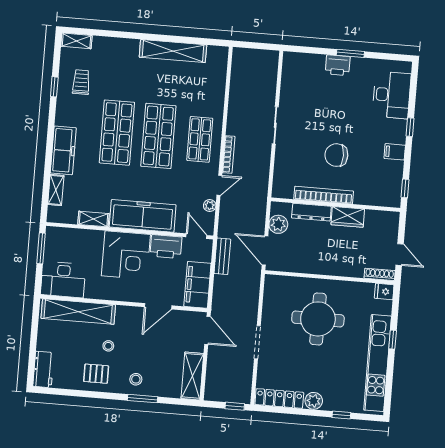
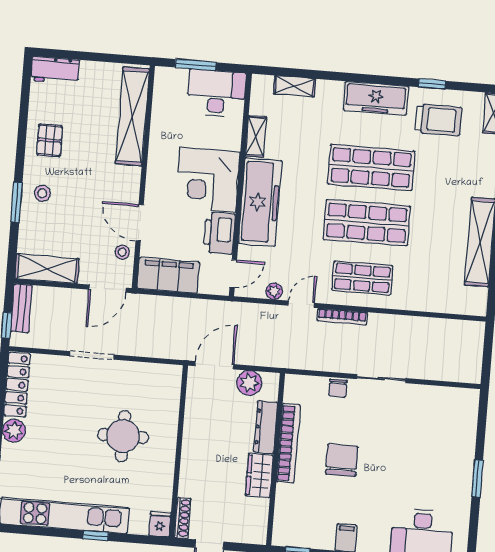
printer: (338, 65) -> (461, 462), removed
trolley: (81, 82) -> (438, 120), width x1.36, depth x1.39
freezer: (63, 150) -> (376, 98), moved
chair: (282, 158) -> (338, 388), added
door: (219, 185) -> (301, 304), swing flipped
window: (41, 248) -> (195, 65), moved
bench: (222, 256) -> (21, 308), moved, turned 90
desk: (63, 280) -> (216, 93), moved, turned 90
round table: (318, 319) -> (123, 436), width x0.73, depth x0.73
stool: (108, 346) -> (122, 252), moved

